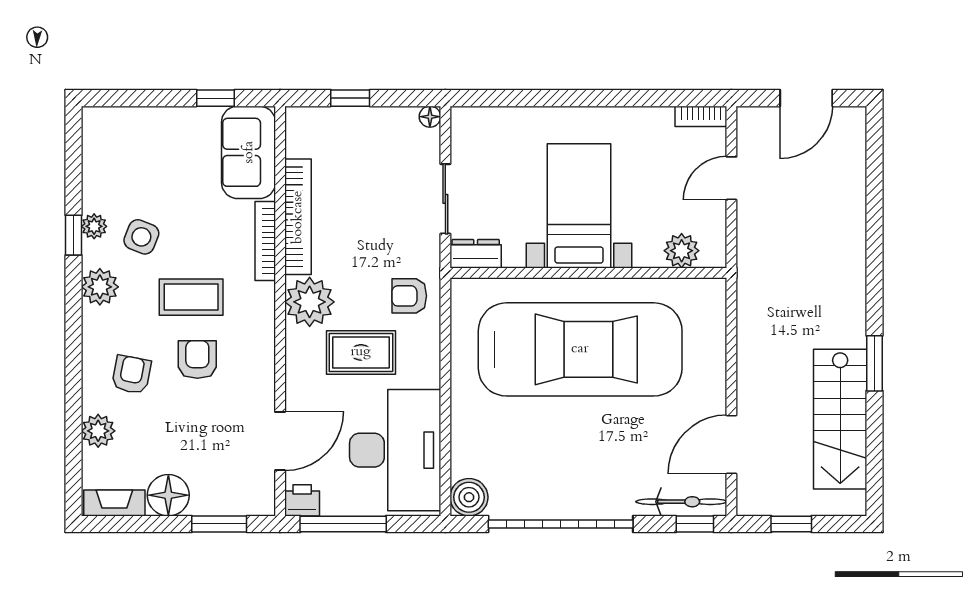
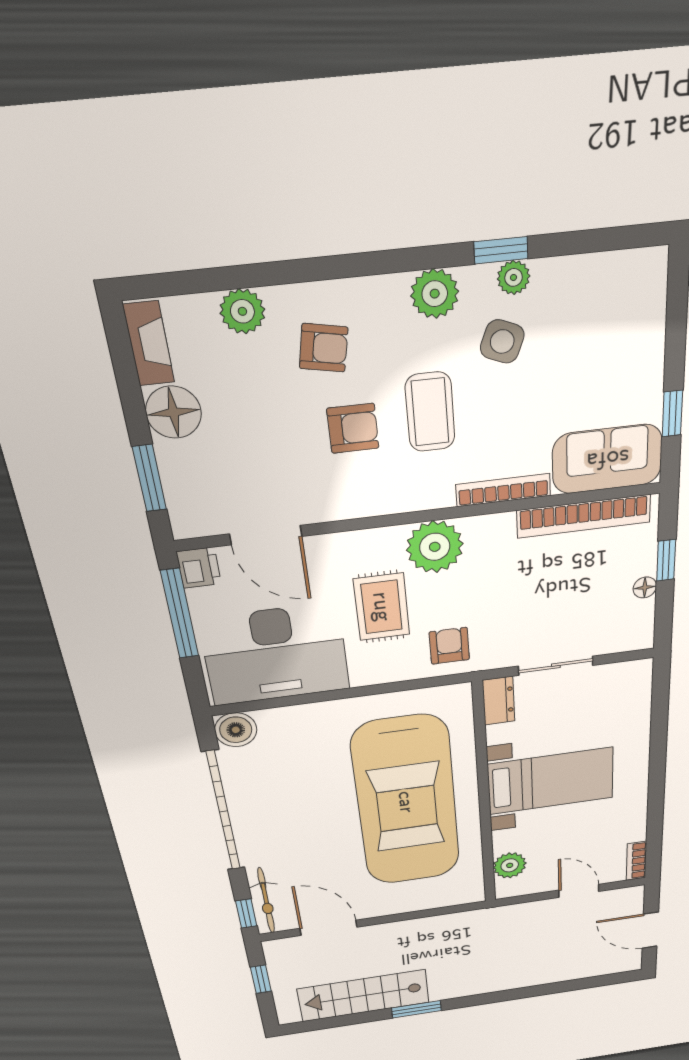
floor lamp: (430, 117) -> (645, 587), moved
bookcase: (298, 217) -> (584, 516), moved

